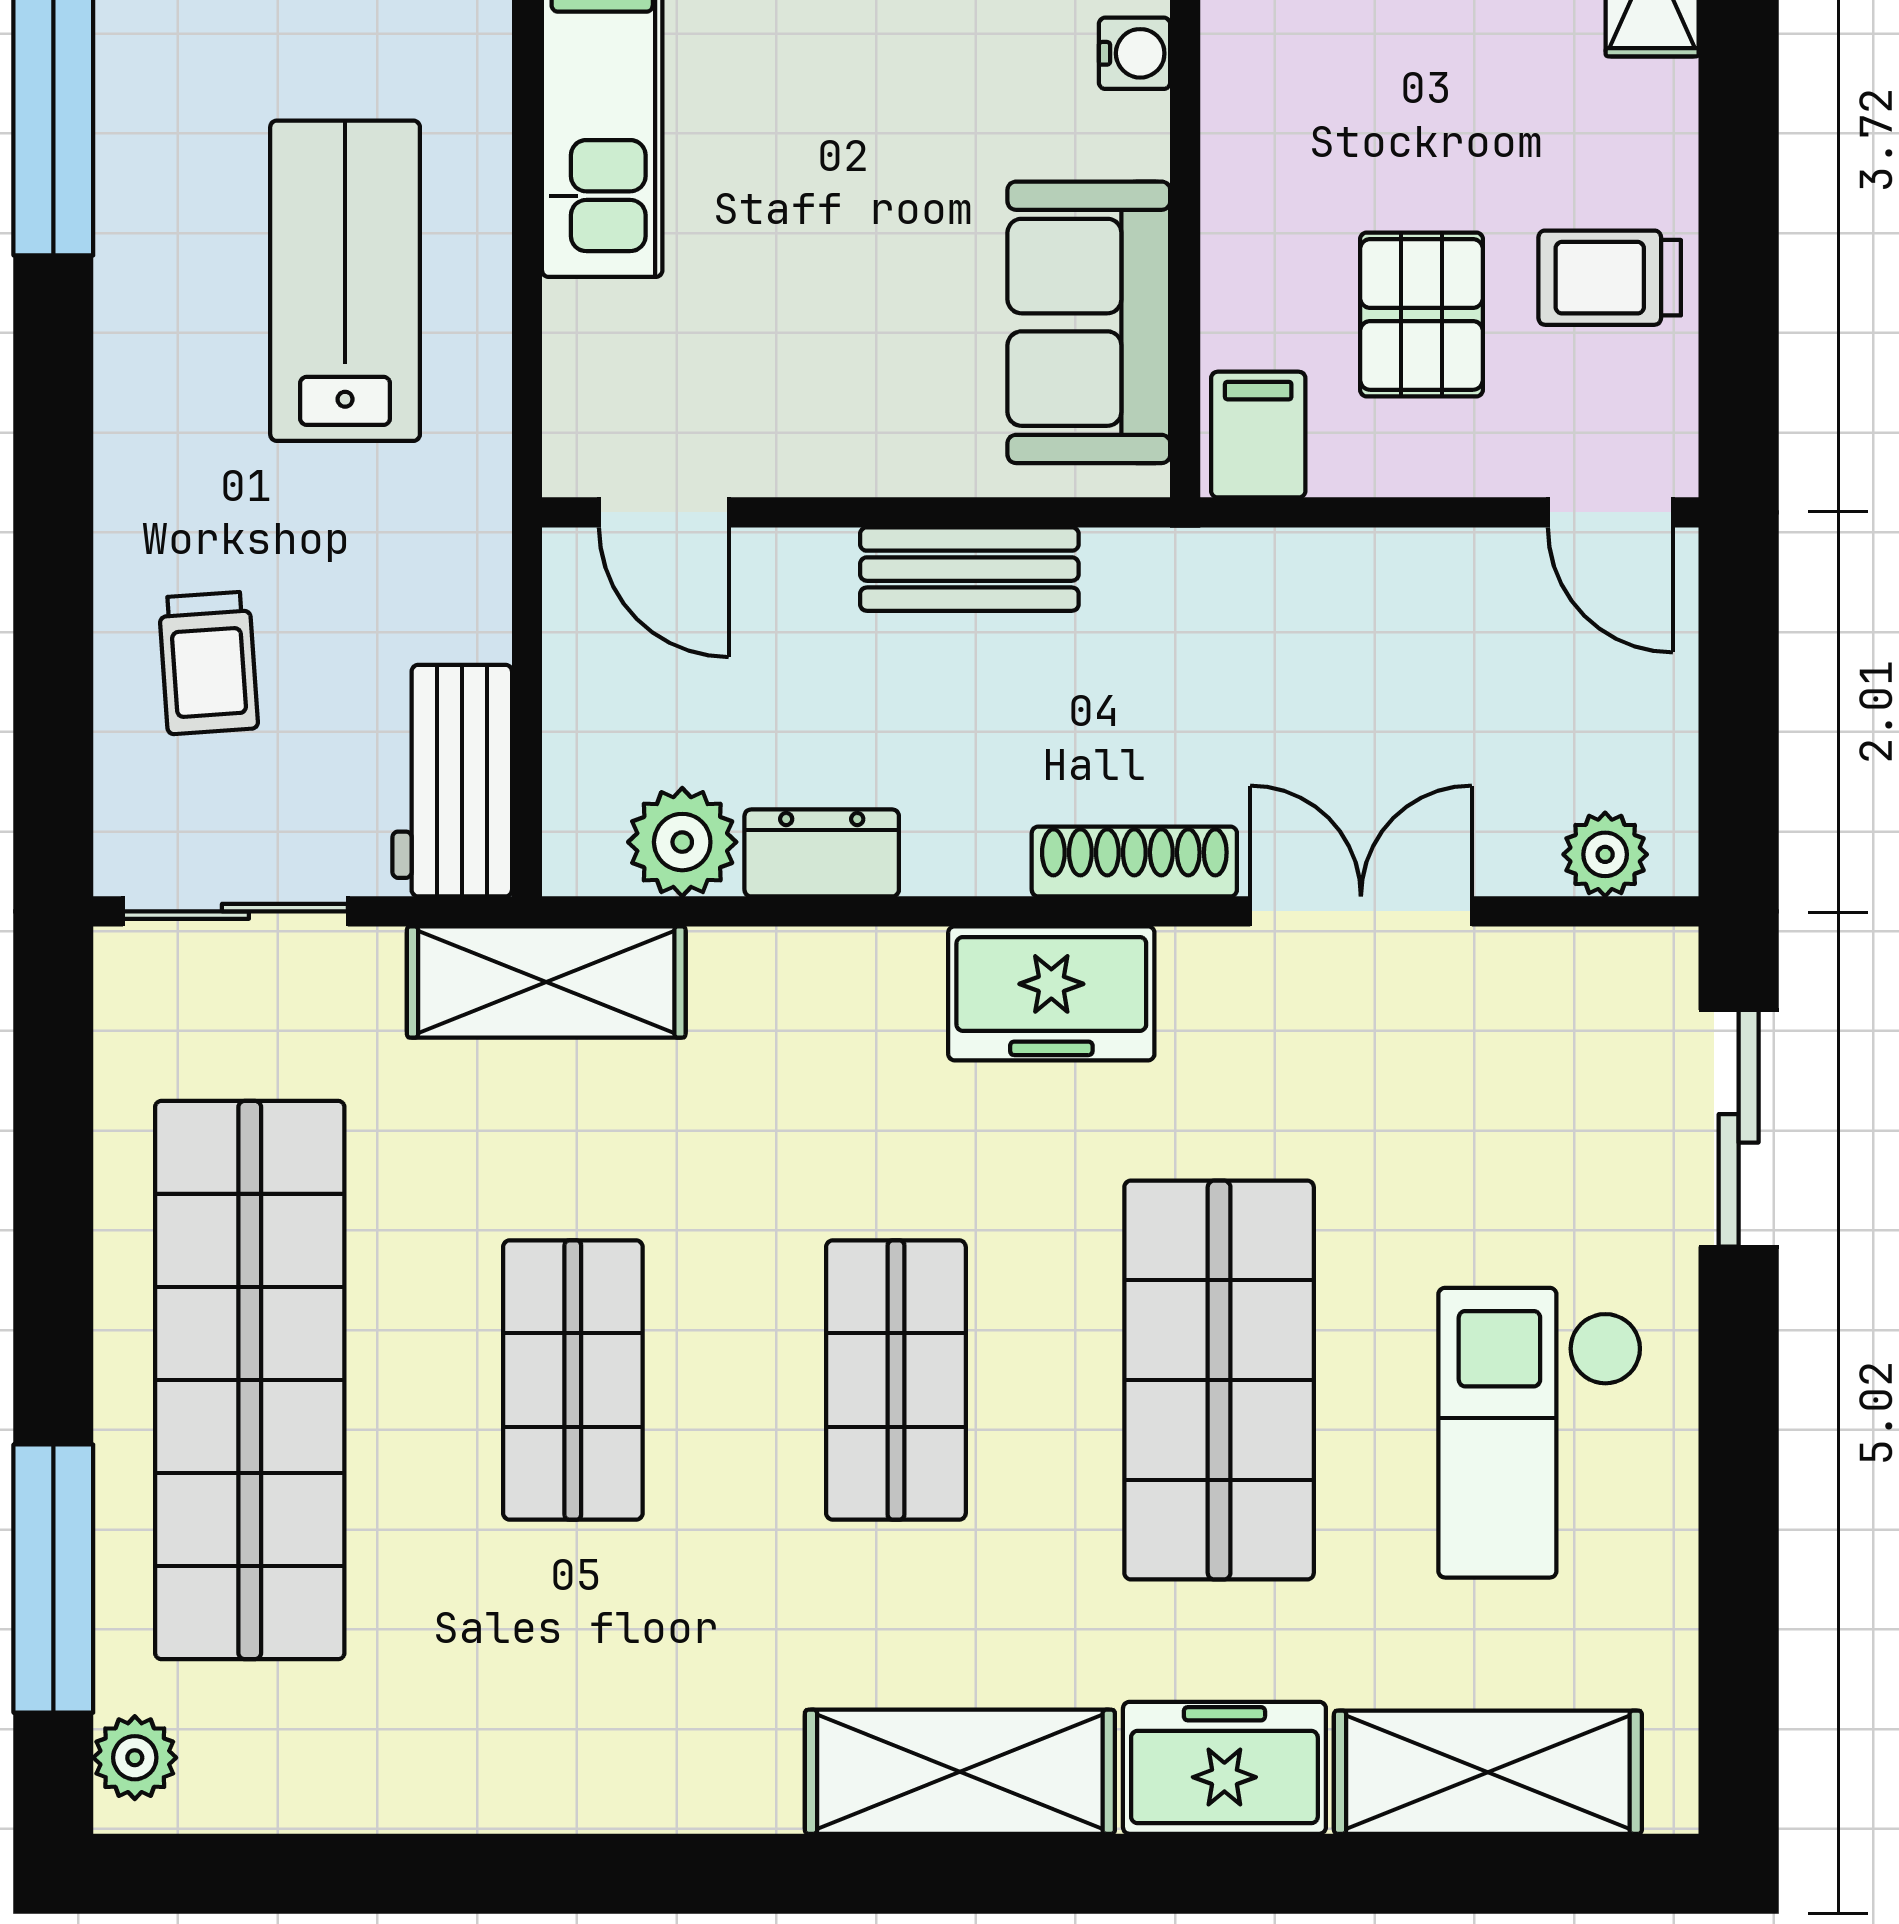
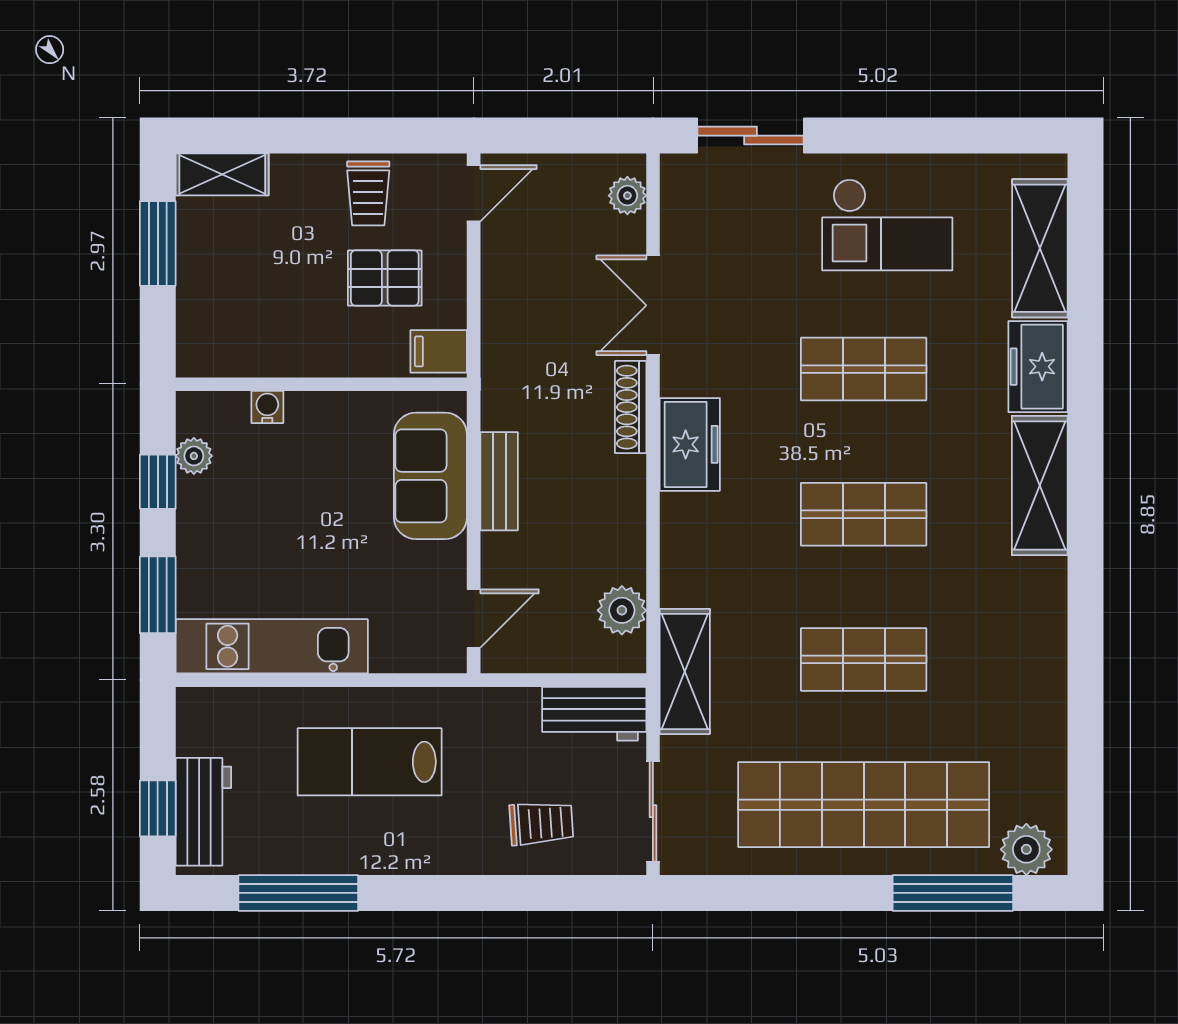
sofa: (1089, 322) -> (430, 476), moved, turned 90
dresser: (822, 853) -> (627, 548), removed
shop shelf: (1219, 1380) -> (864, 369), width x0.70, depth x0.74
plant: (135, 1758) -> (1026, 849), width x1.38, depth x1.38

